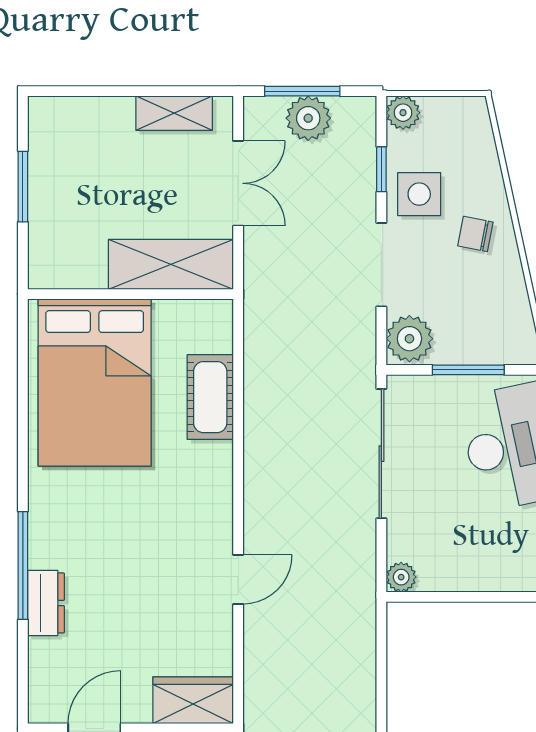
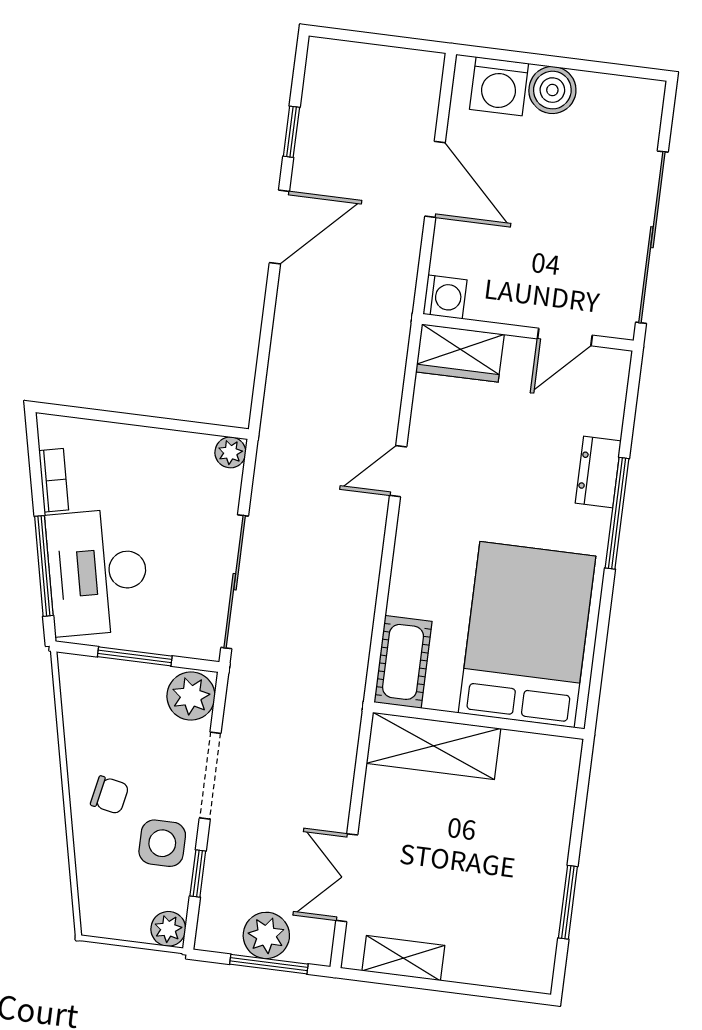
shelving: (171, 264) -> (433, 746), moved
wall: (130, 294) -> (479, 721), moved
bed: (95, 383) -> (527, 635), moved

